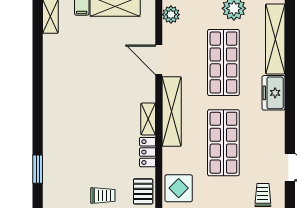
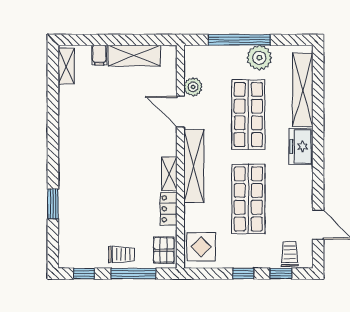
plant: (171, 15) -> (193, 87), moved
window: (38, 169) -> (53, 204), moved

